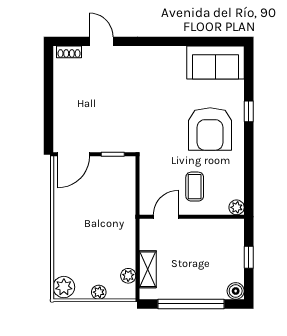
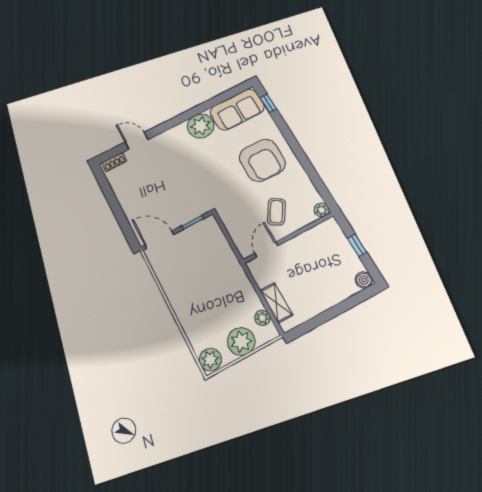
plant: (171, 60) -> (201, 126), added
window: (249, 111) -> (268, 103), moved
door: (74, 154) -> (159, 240), swing flipped
coffee table: (195, 187) -> (276, 212), turned 32
plant: (99, 292) -> (241, 341), width x1.87, depth x1.87
window: (191, 304) -> (332, 313), removed

